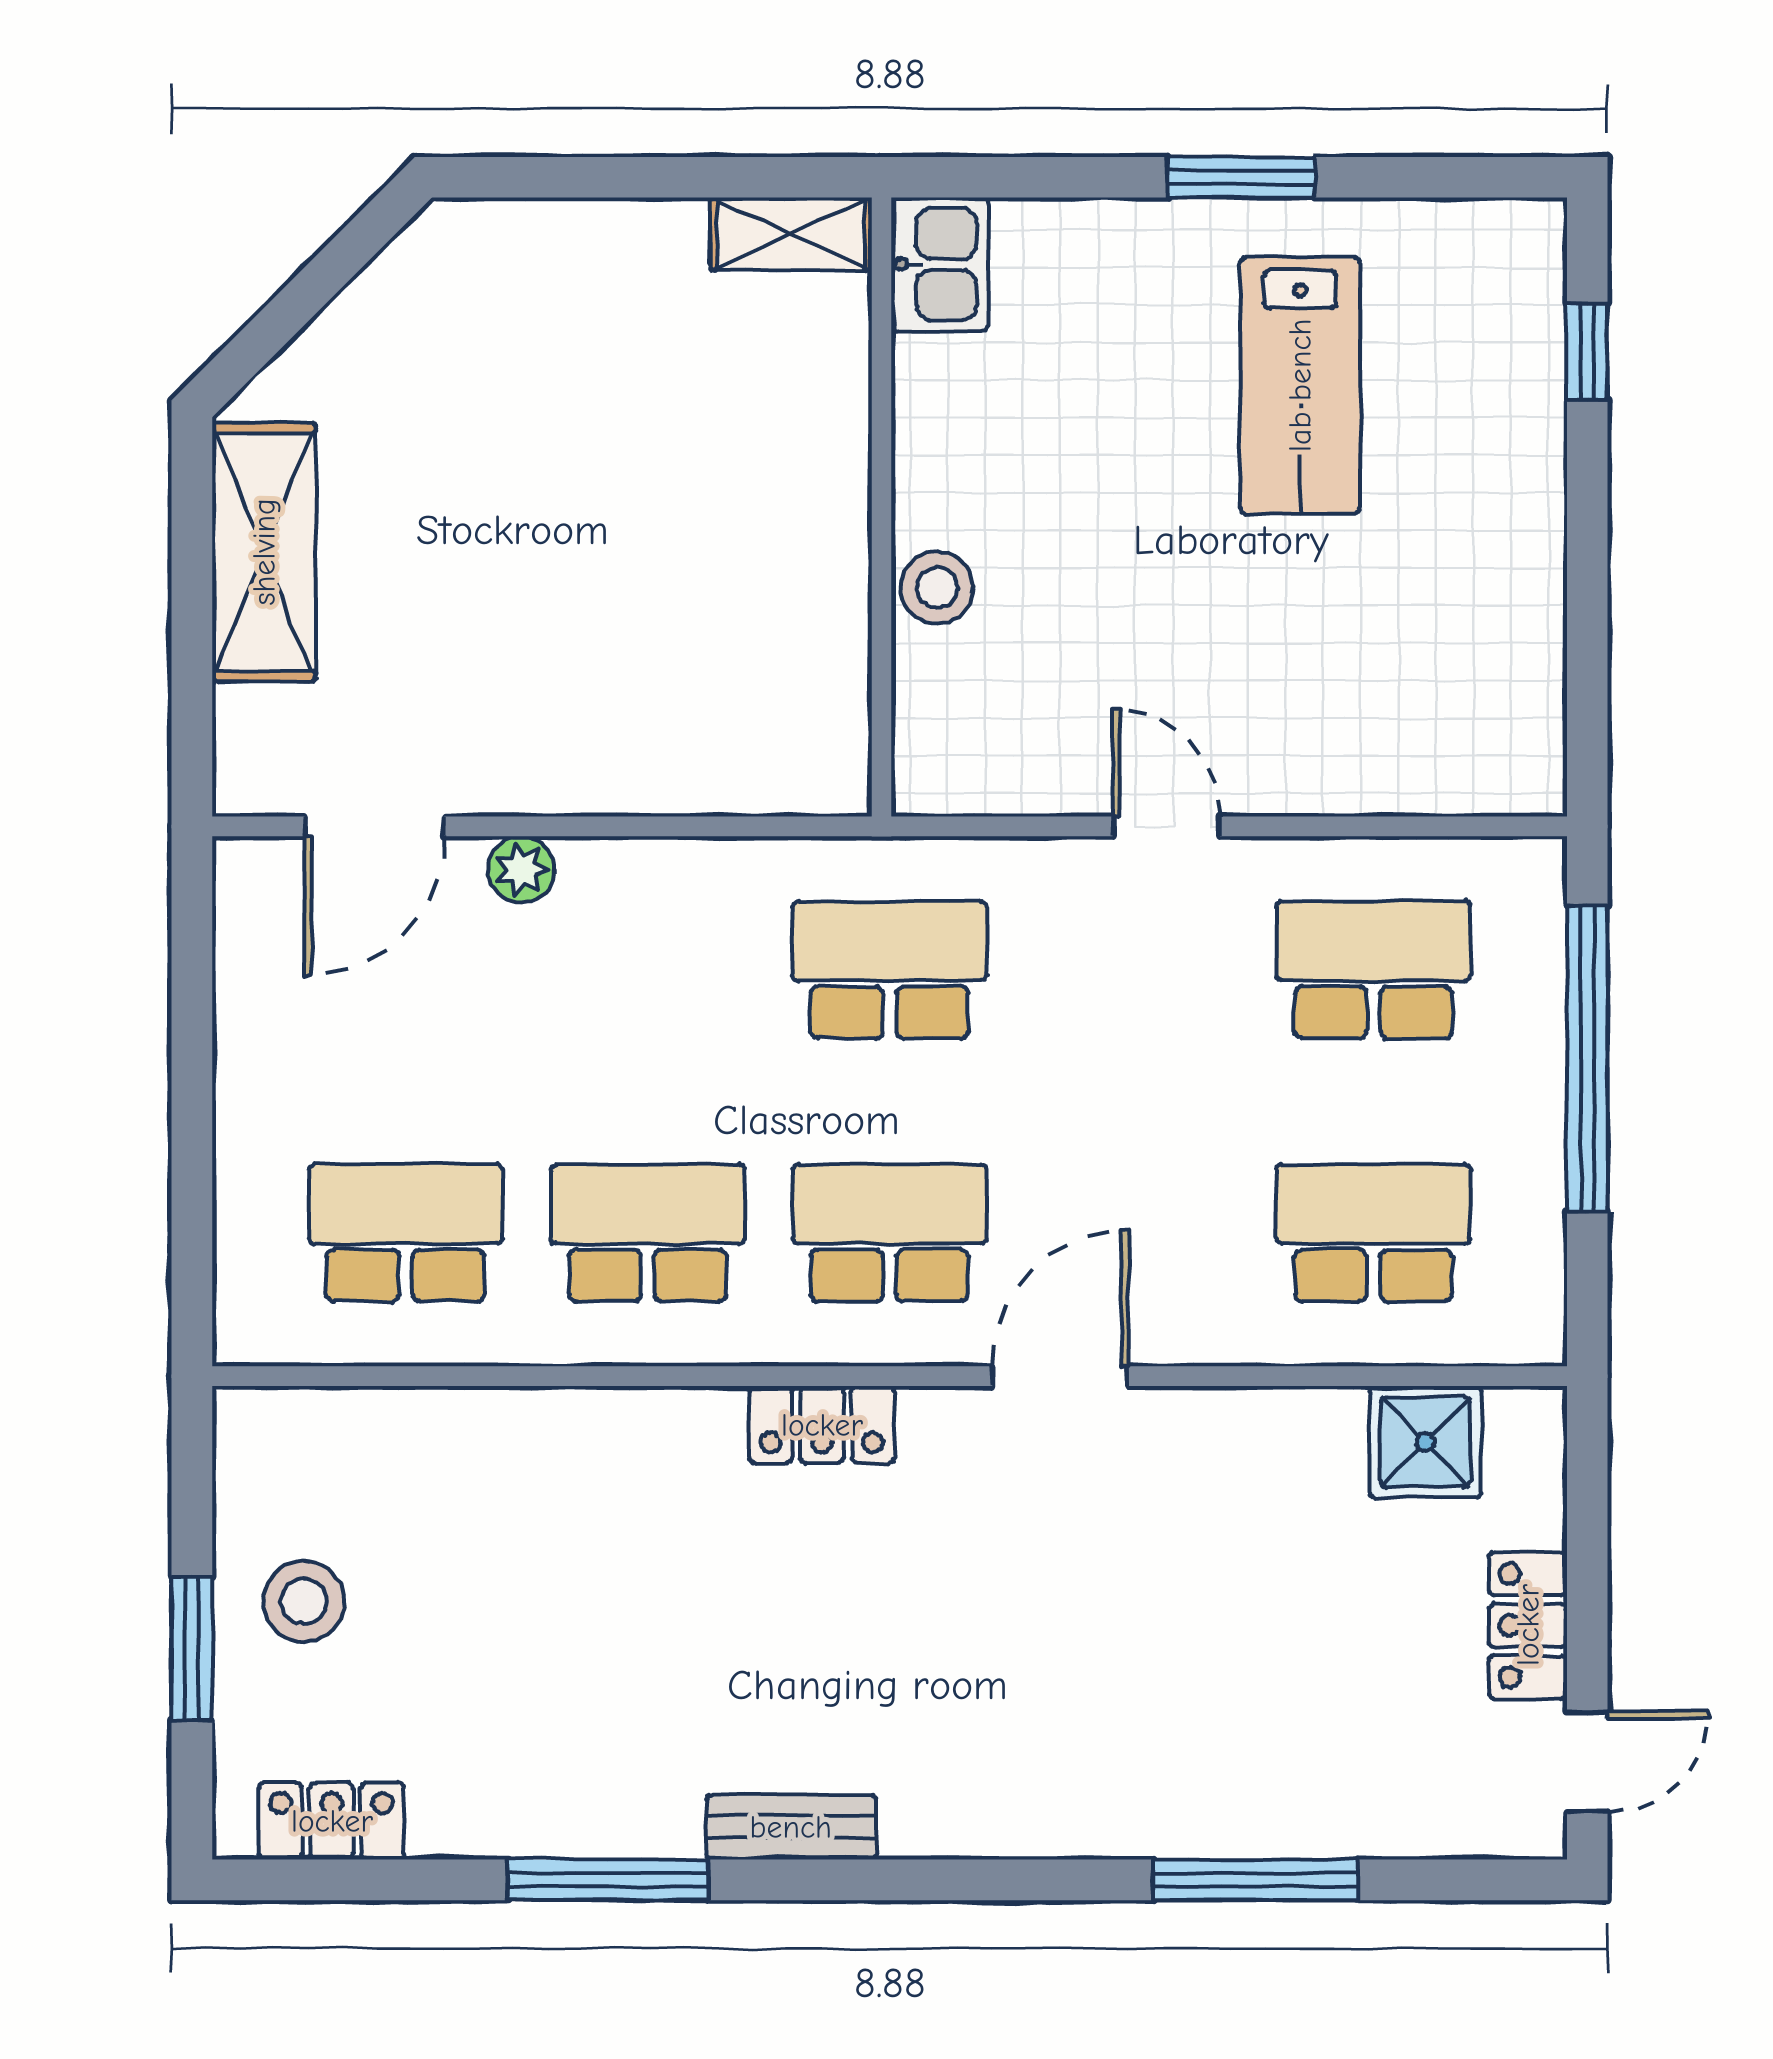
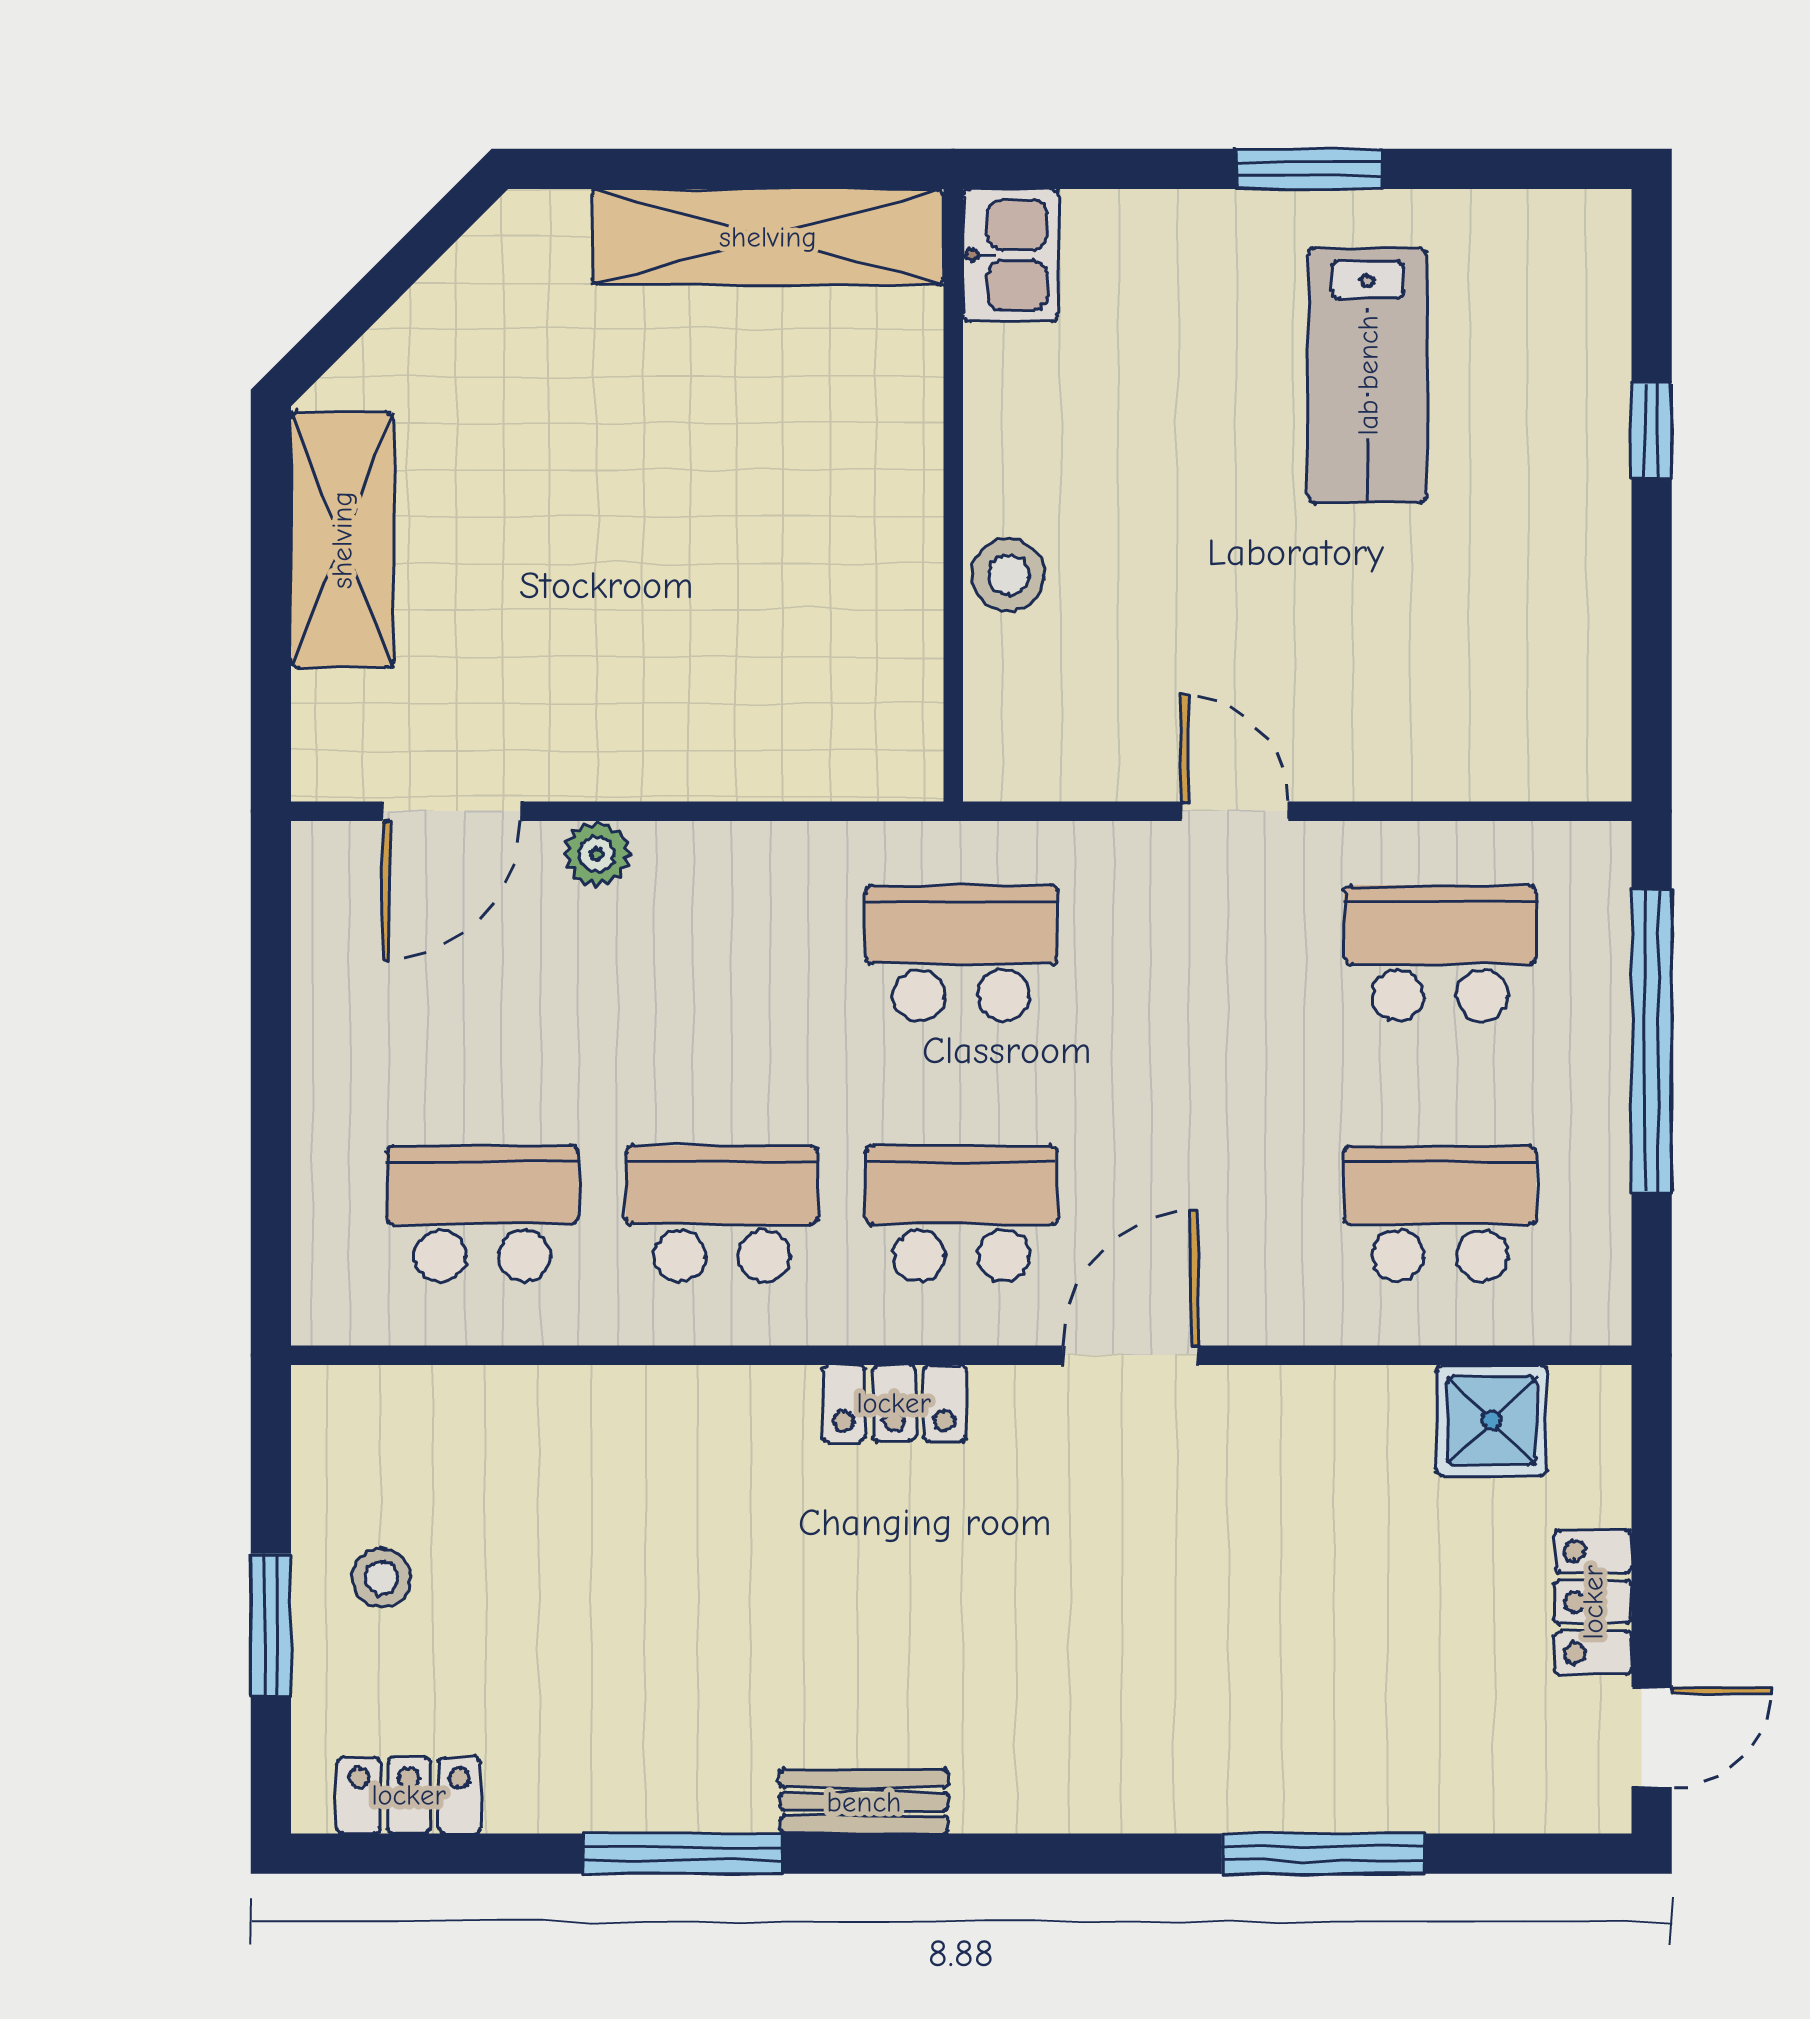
shelving: (791, 234) -> (768, 237), width x2.20, depth x1.33
window: (1587, 352) -> (1652, 431), moved
stool: (304, 1601) -> (381, 1578), width x0.73, depth x0.73

